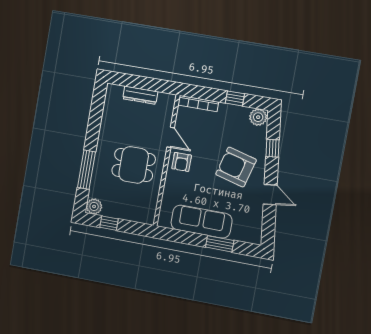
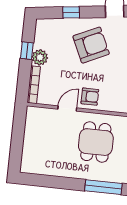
dresser: (140, 95) -> (29, 140), removed
plant: (258, 117) -> (40, 57), moved
armchair: (236, 167) -> (91, 45), turned -130

